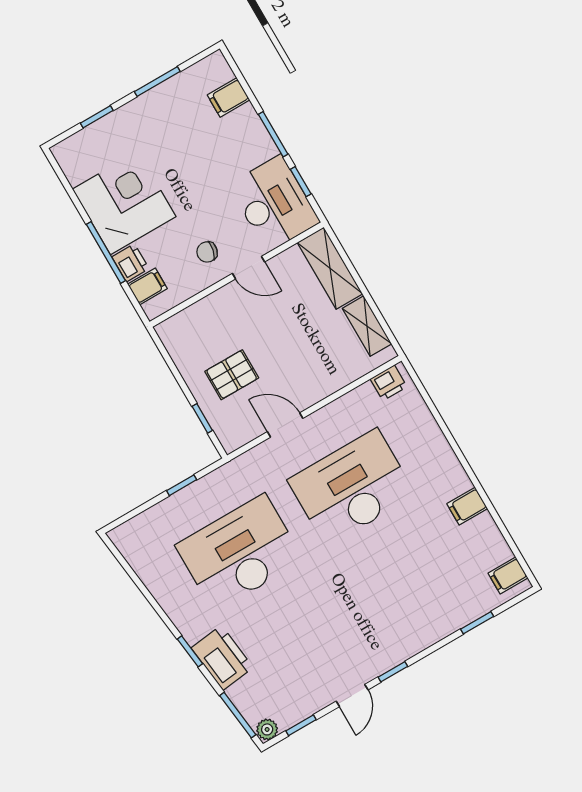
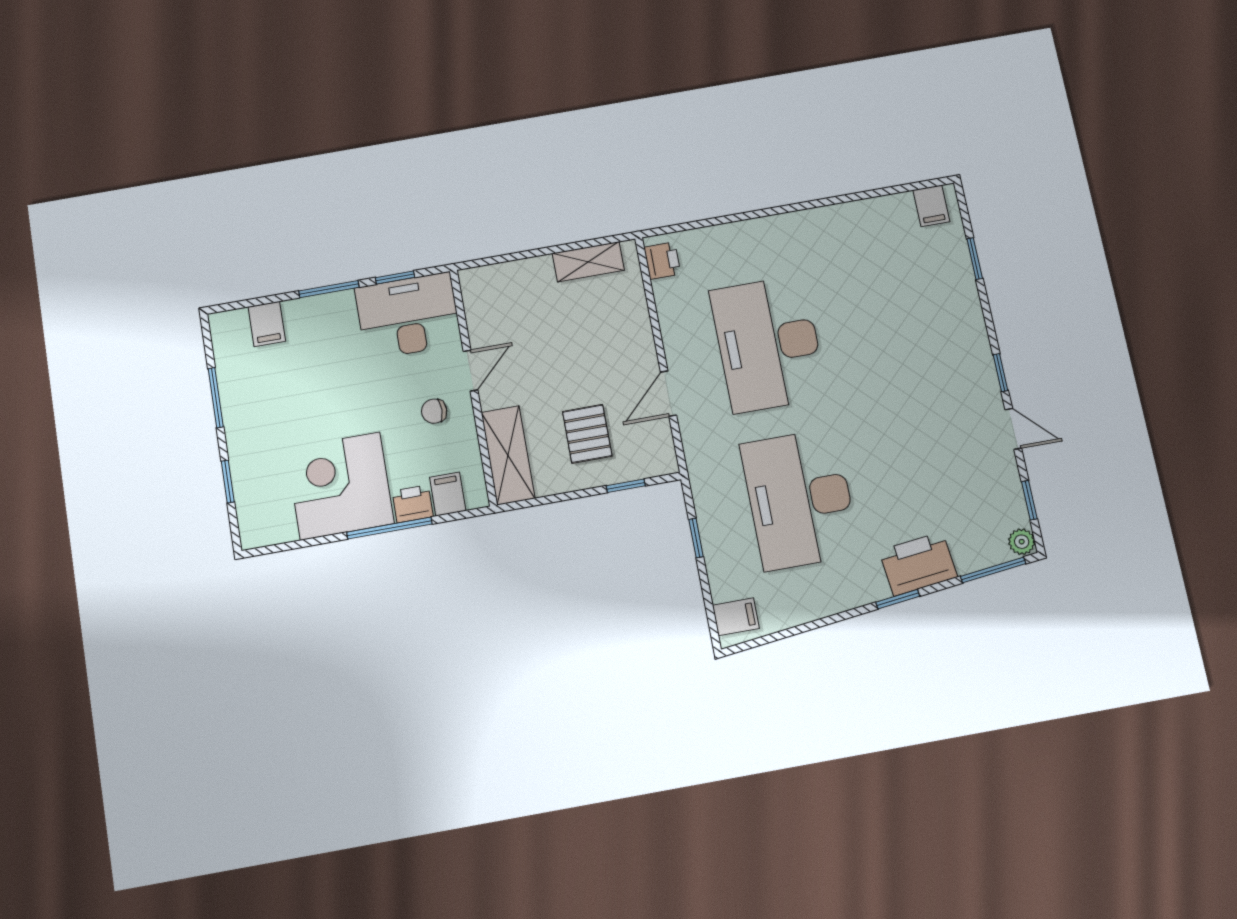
chair: (207, 252) -> (434, 411), turned 77
shelving: (330, 268) -> (508, 455), moved, turned 90
filing cabinet: (467, 506) -> (736, 617), moved, turned -90

